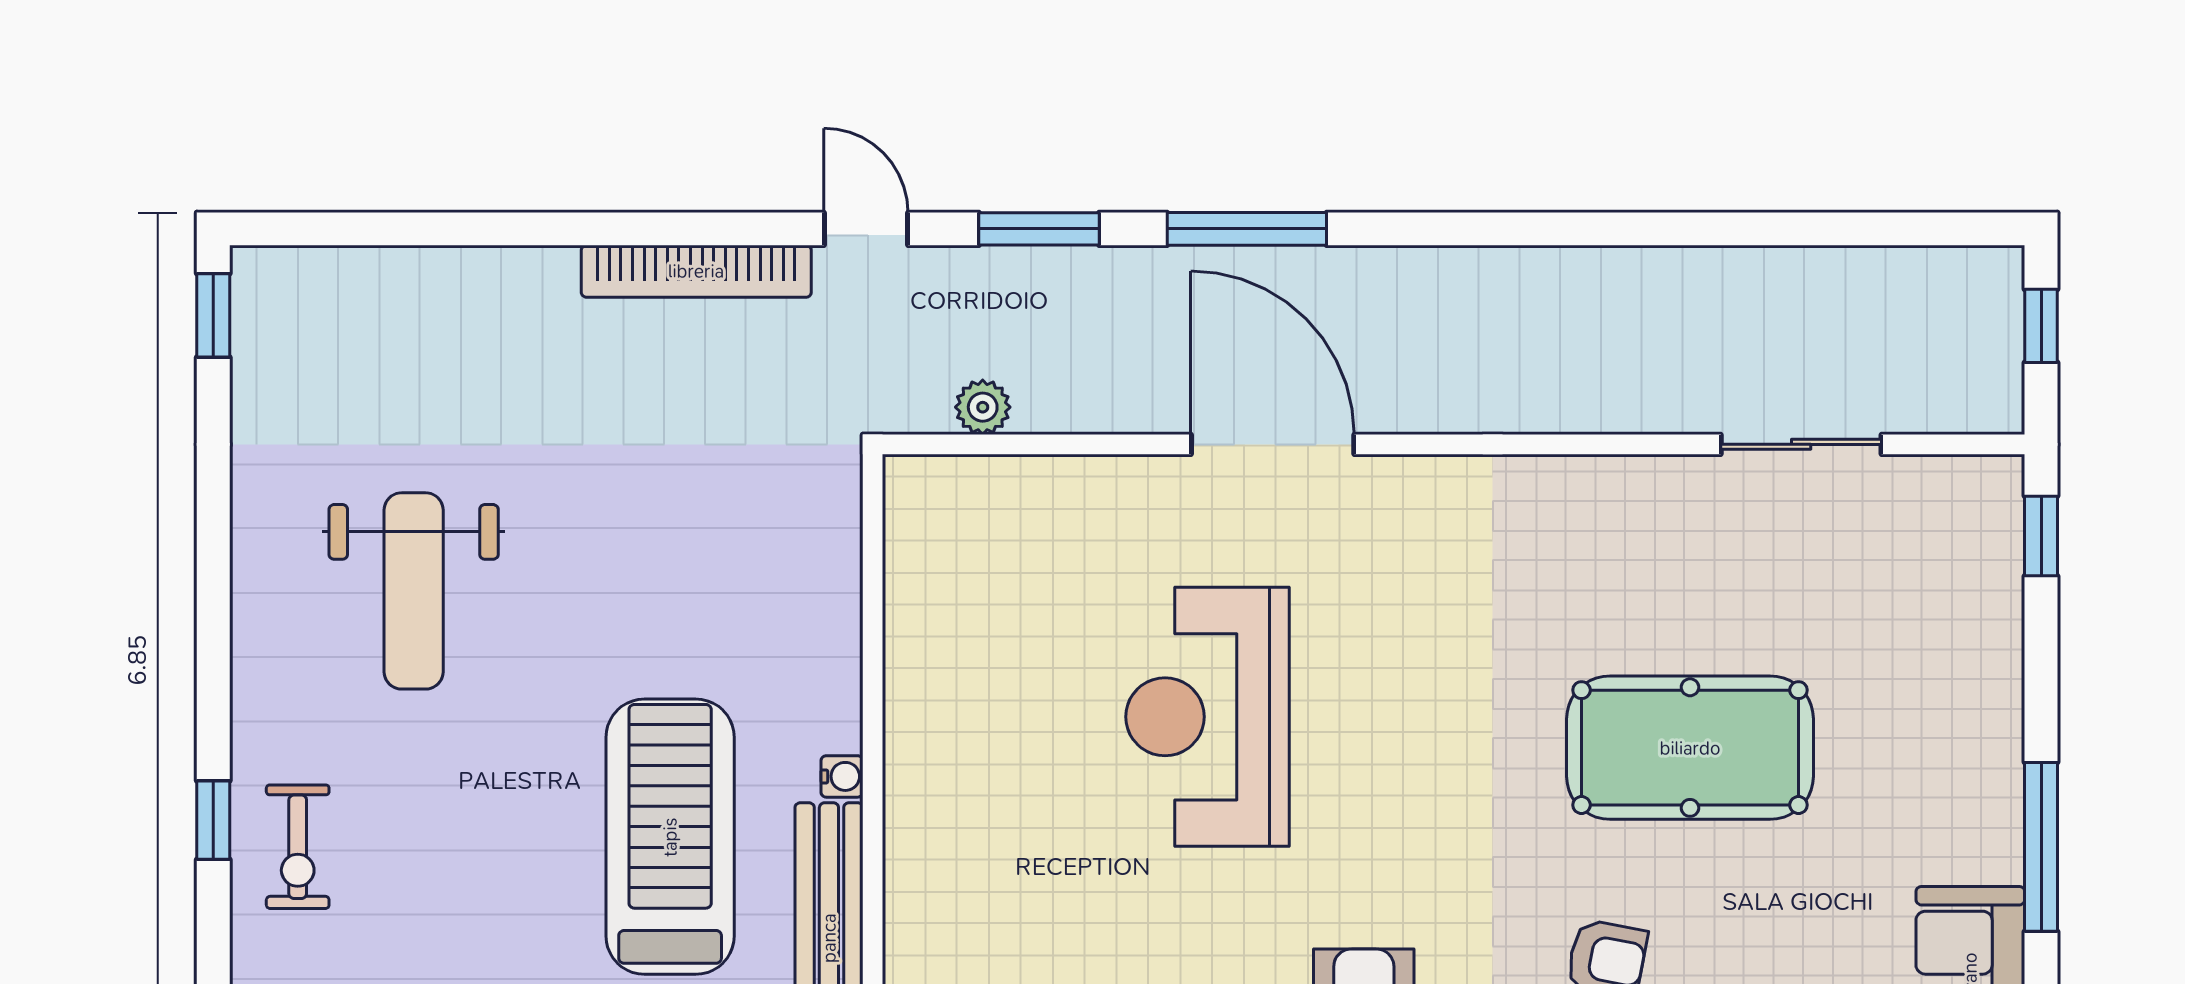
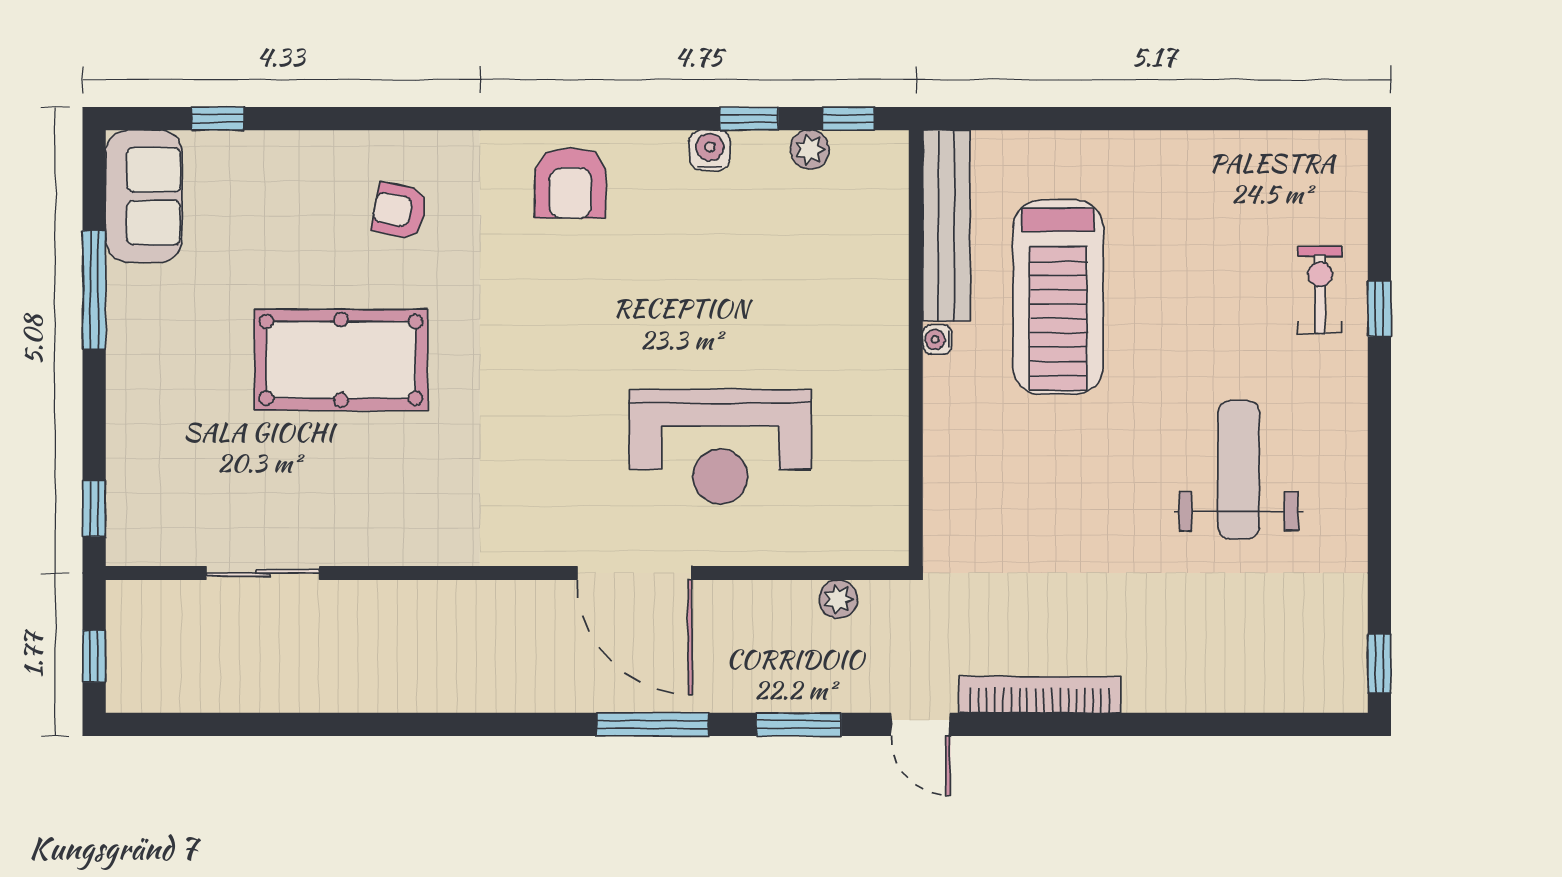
reception desk: (1207, 717) -> (720, 447), moved, turned 90

